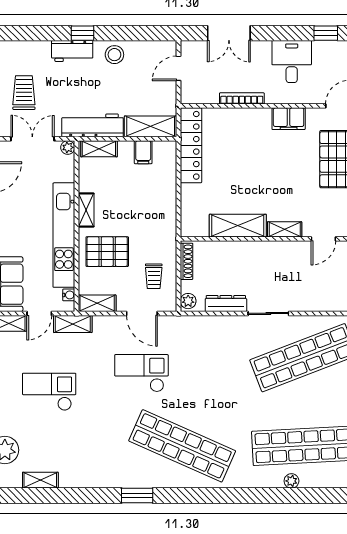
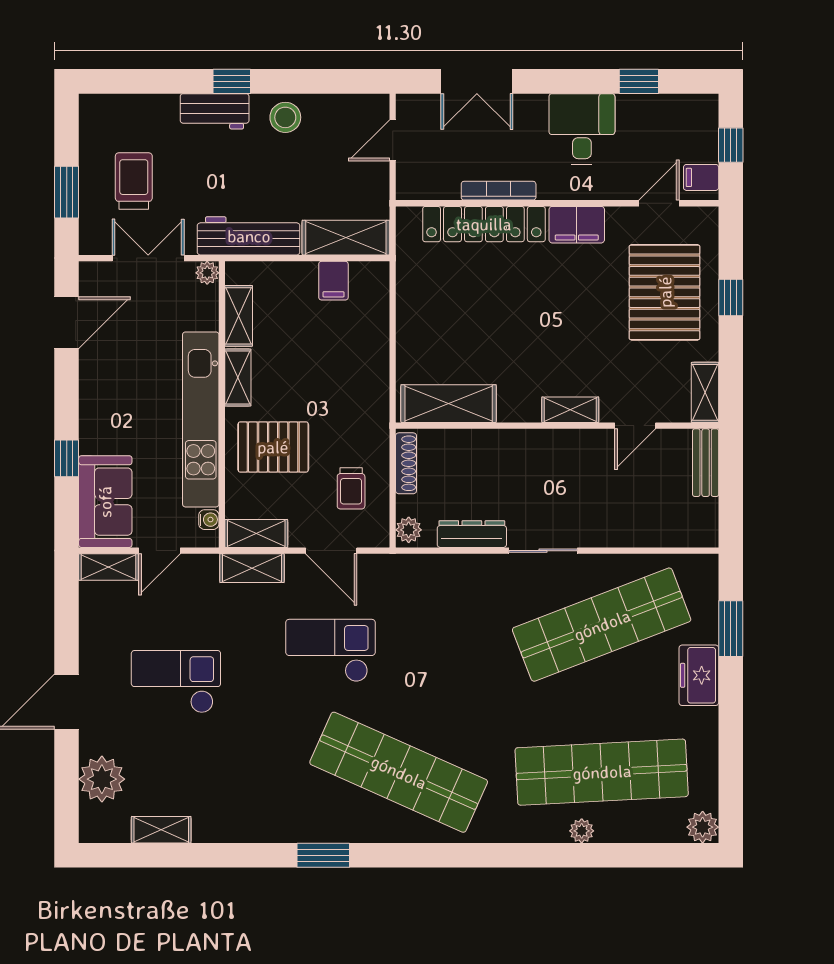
locker: (191, 145) -> (484, 224), moved, turned 90
shelving: (99, 149) -> (239, 316), moved, turned 90
shelving: (238, 226) -> (449, 404), moved
shelving: (73, 324) -> (252, 568), moved

